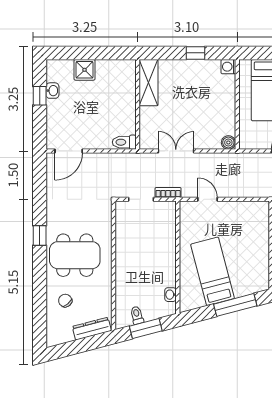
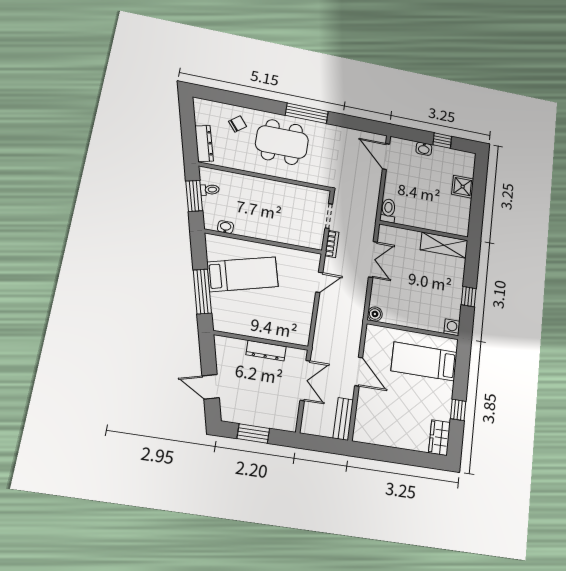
washbasin: (52, 91) -> (424, 149), moved
window: (40, 236) -> (307, 113), width x2.17
dining table: (75, 255) -> (282, 142), turned 90

